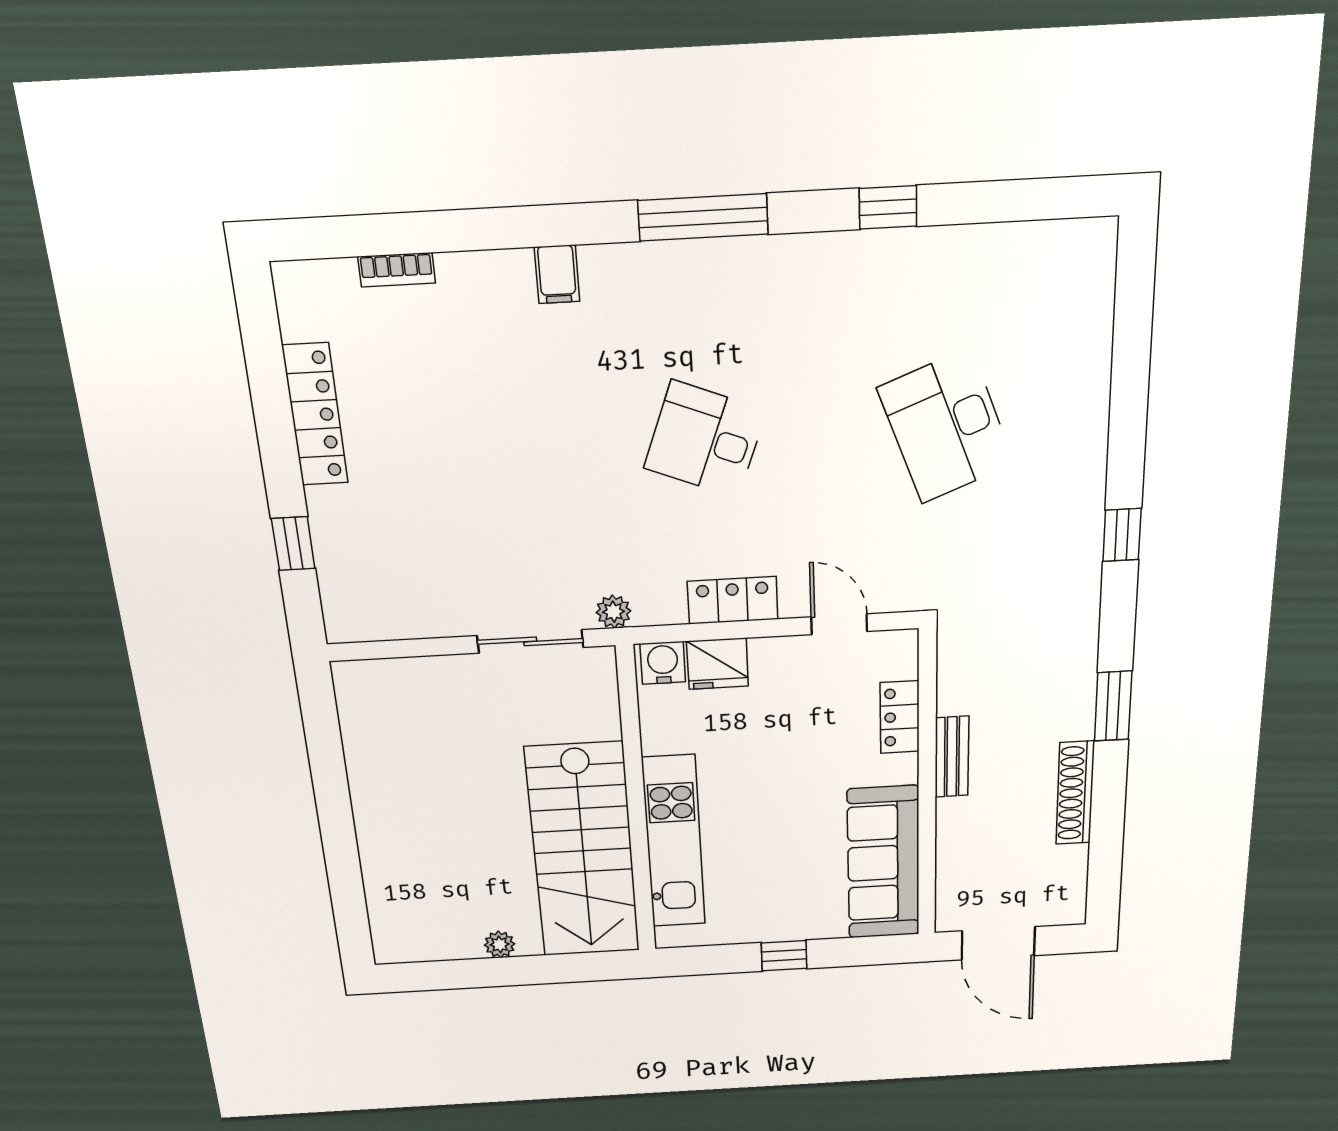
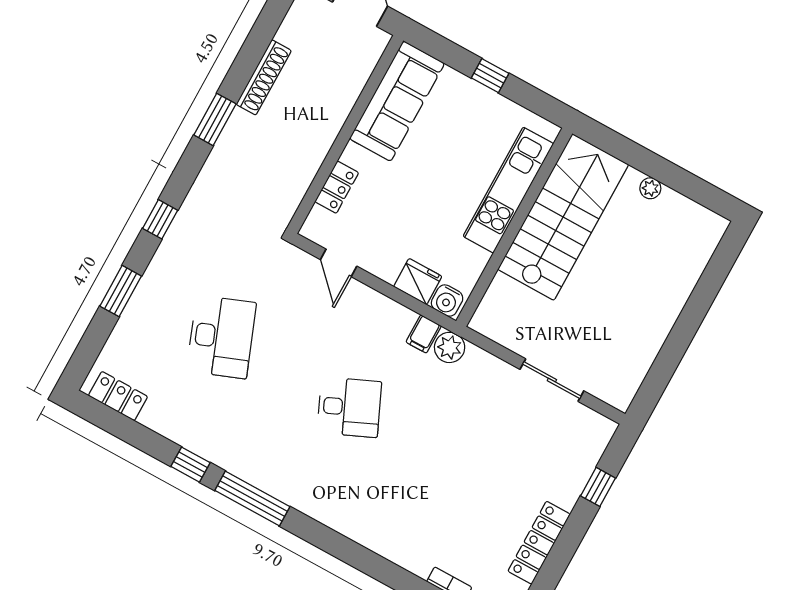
window: (703, 217) -> (252, 499), moved
filing cabinet: (557, 274) -> (424, 334), moved, turned 180
window: (1129, 402) -> (121, 291), added
desk: (705, 439) -> (349, 407), turned -45
locker: (733, 600) -> (118, 396), moved, turned 180
plant: (613, 612) -> (450, 347), width x1.38, depth x1.38
sliding door: (530, 641) -> (552, 380), moved
bench: (952, 757) -> (321, 144), removed

